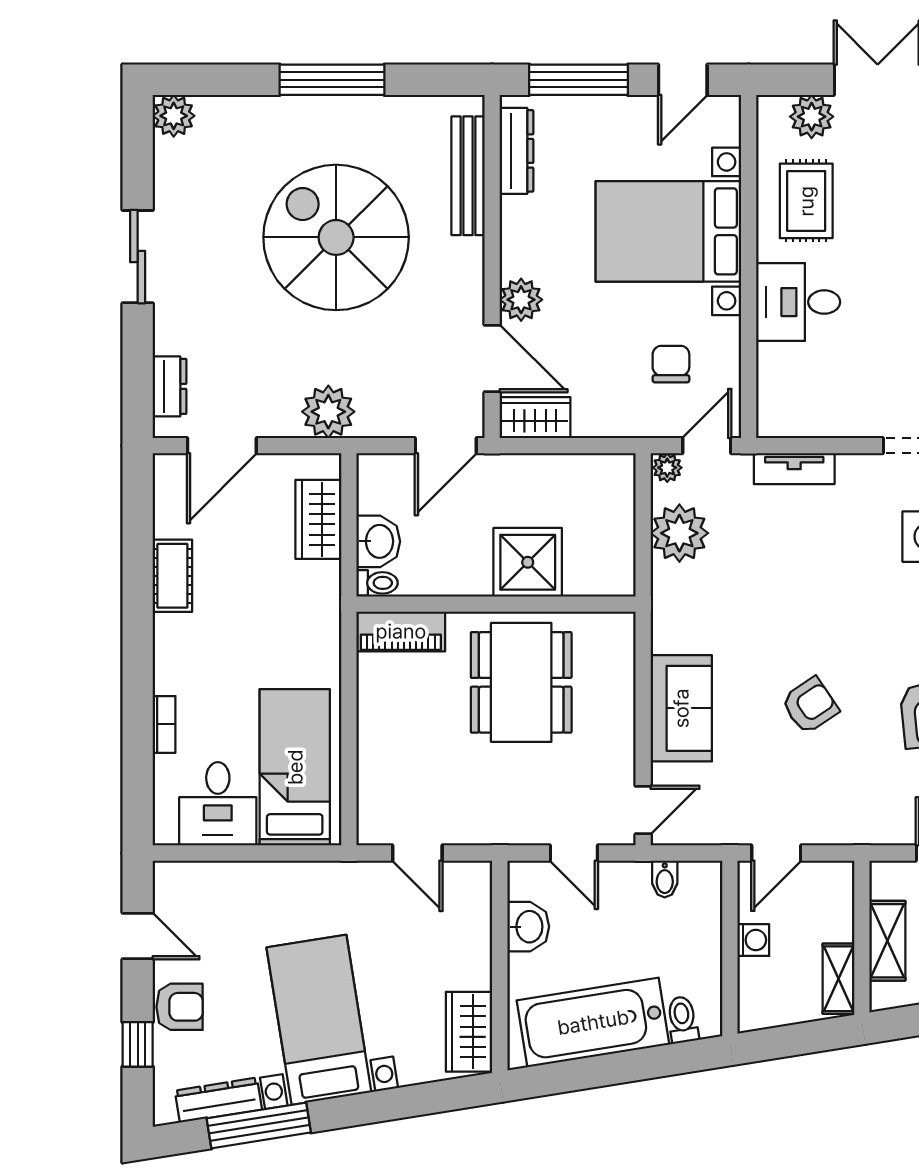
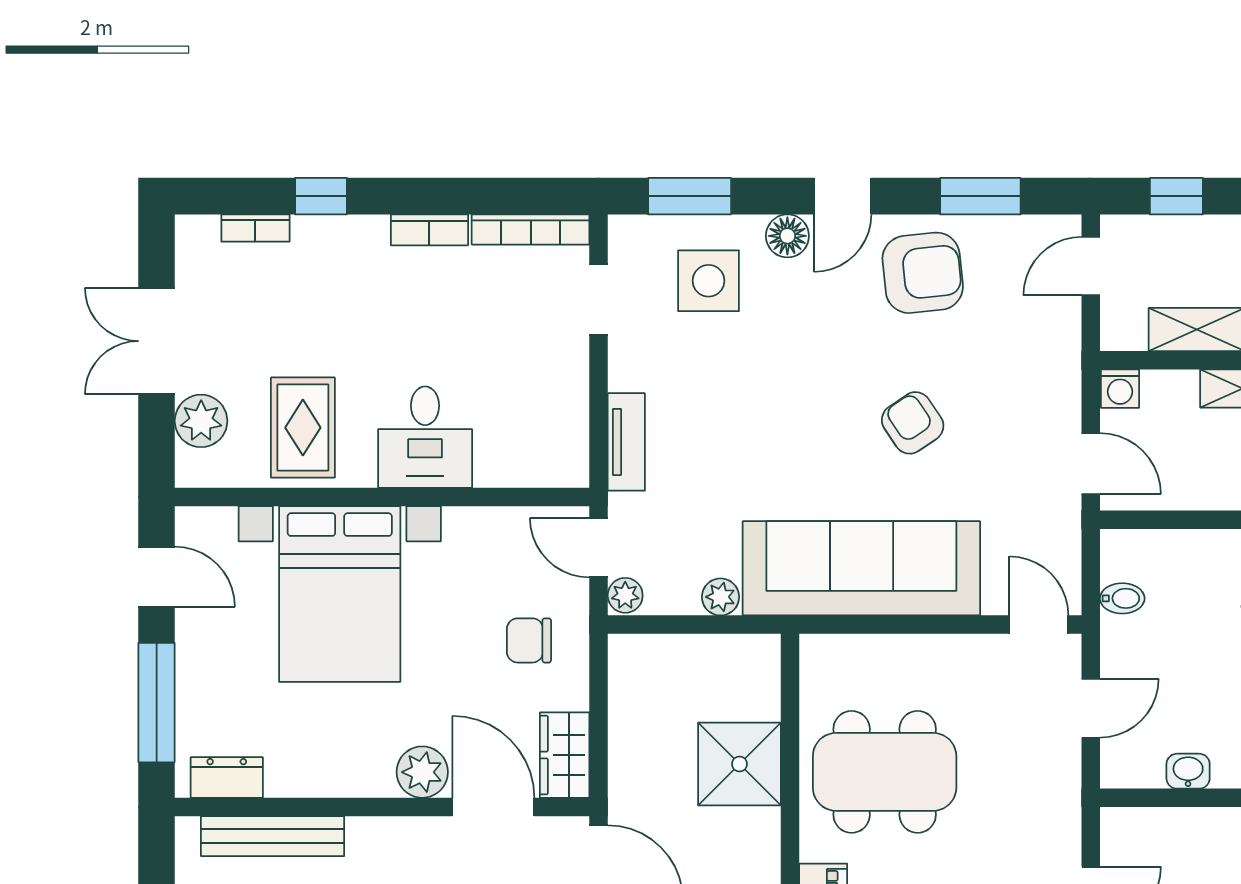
dresser: (517, 151) -> (227, 777), width x0.70
rug: (806, 201) -> (303, 428), turned 90
door: (492, 359) -> (493, 807), hinge flipped
chair: (671, 364) -> (529, 640), moved
plant: (679, 533) -> (721, 597), width x0.53, depth x0.53
sofa: (681, 708) -> (861, 568), width x1.85, depth x1.27
washbasin: (528, 927) -> (1188, 771), width x0.72, depth x0.69
washing machine: (753, 940) -> (1120, 389), moved, turned 180

